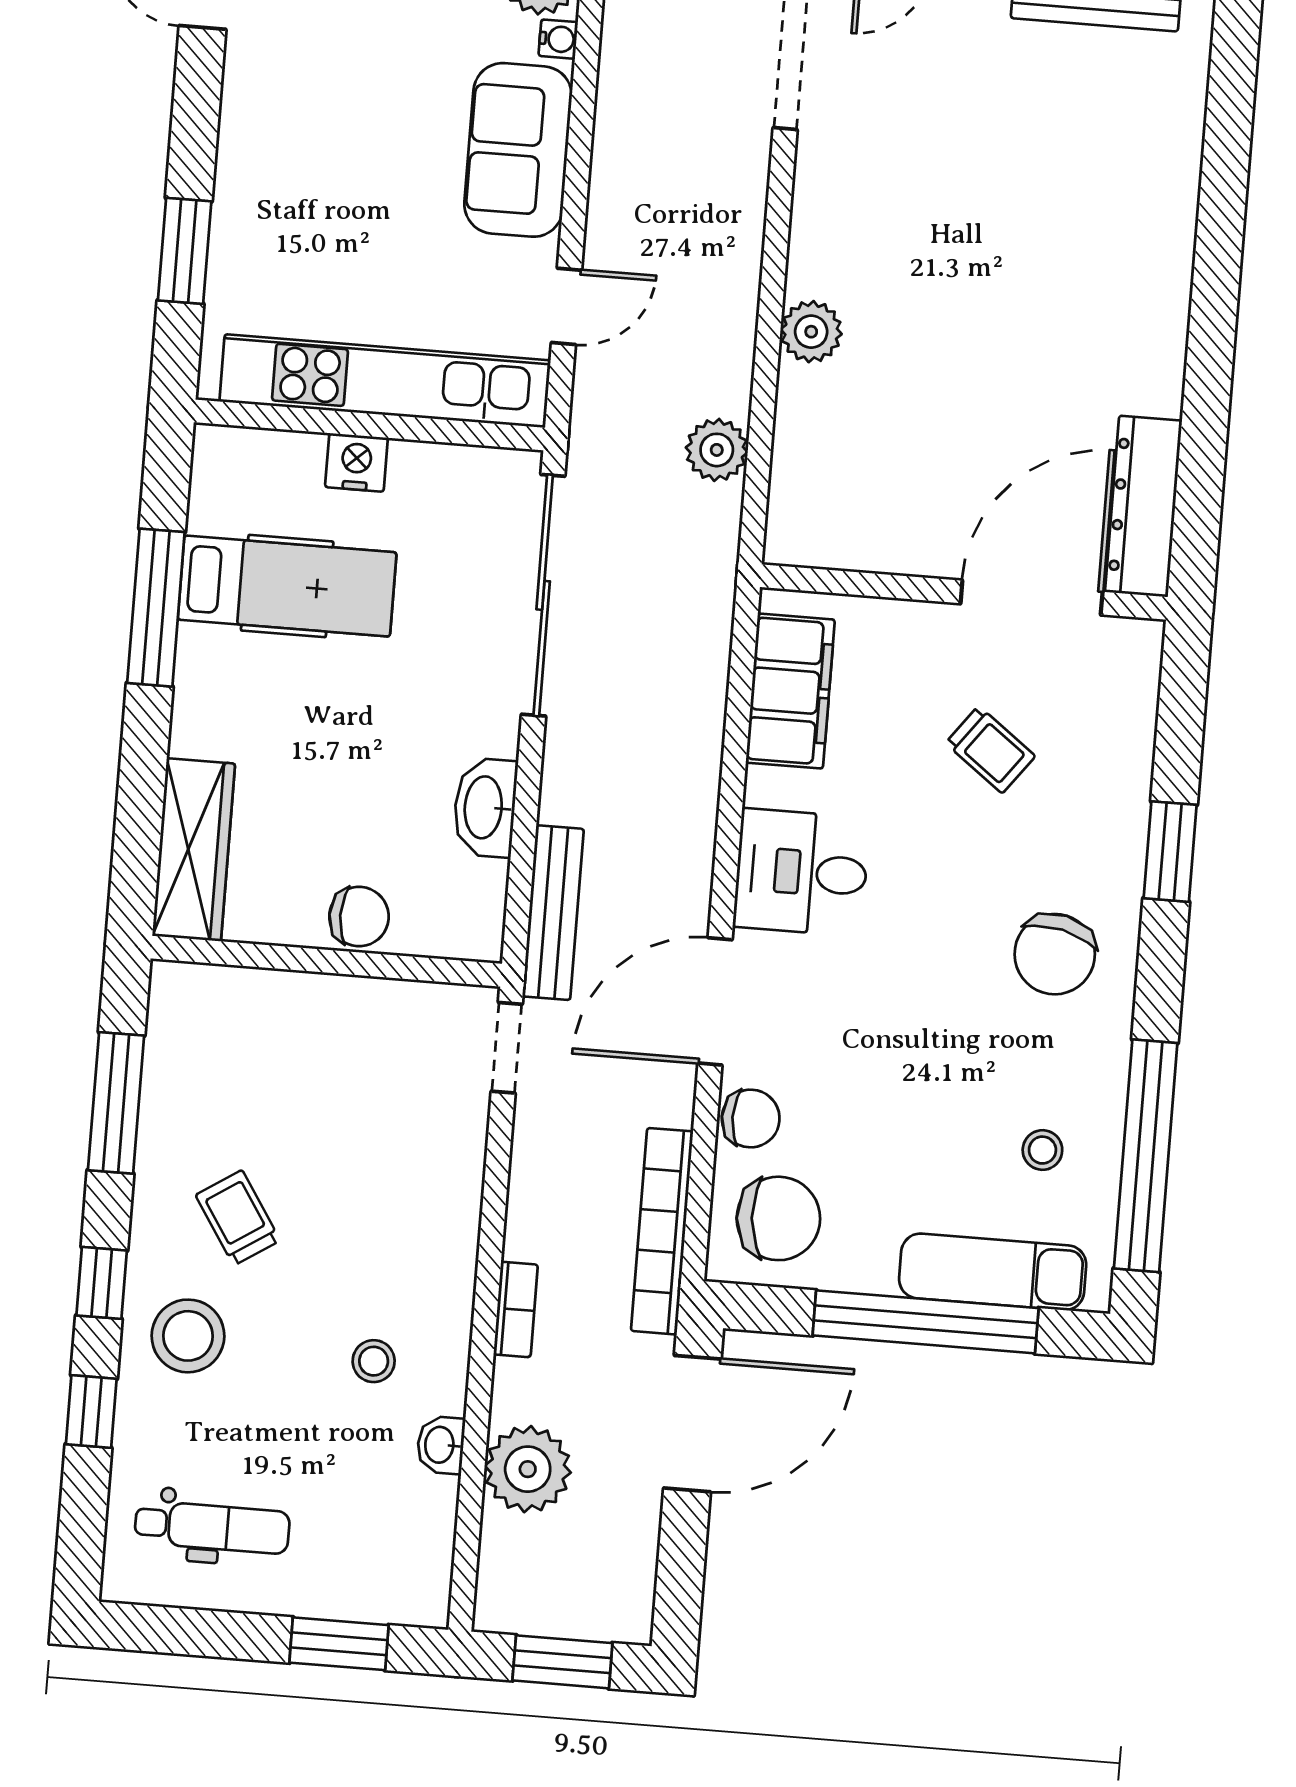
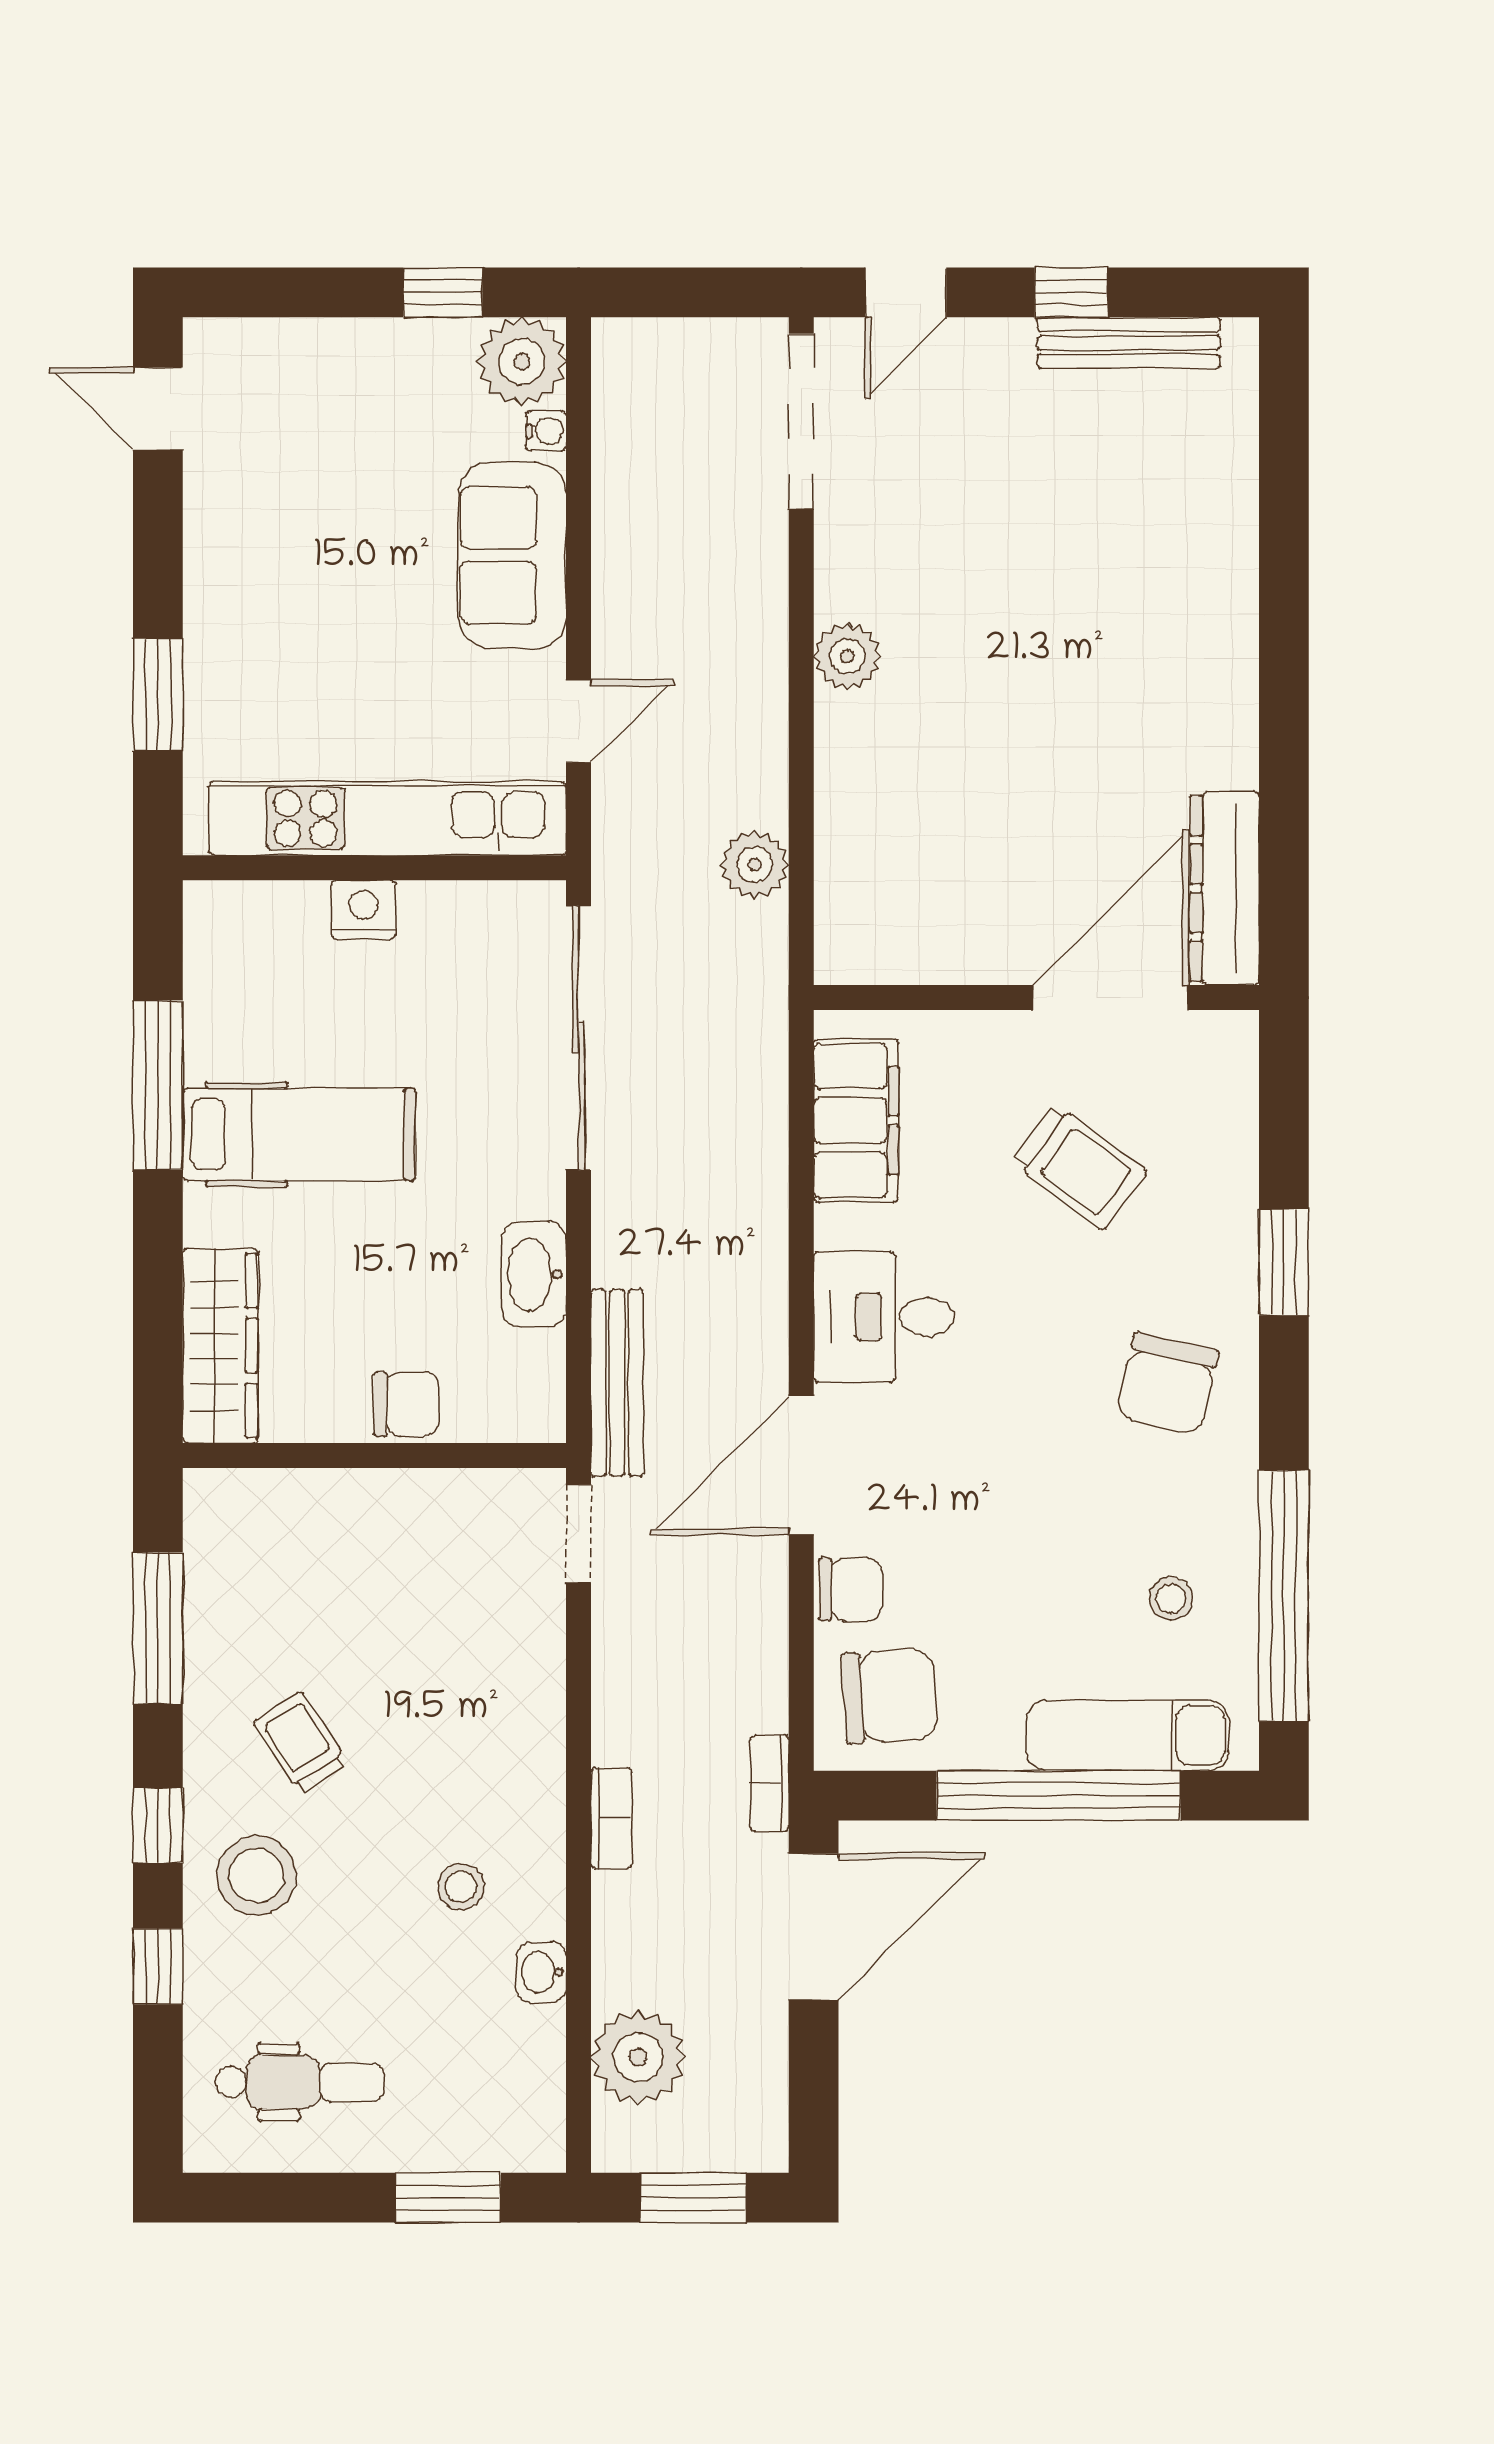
plant: (811, 332) -> (847, 656), moved
hospital bed: (287, 586) -> (299, 1135), moved
trolley: (990, 750) -> (1079, 1167), width x1.36, depth x1.39
bookcase: (662, 1231) -> (770, 1783), width x0.43, depth x0.76
plant: (528, 1469) -> (638, 2057), moved

